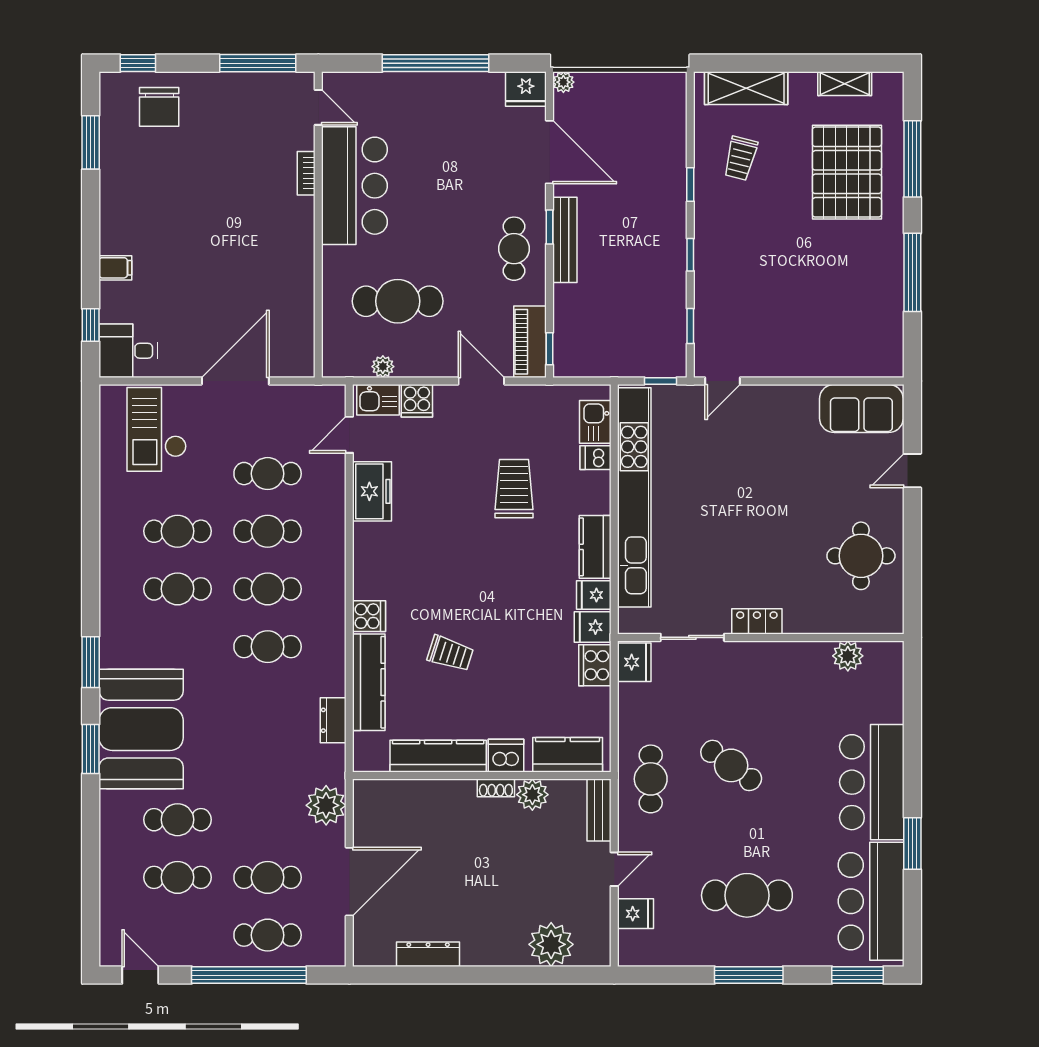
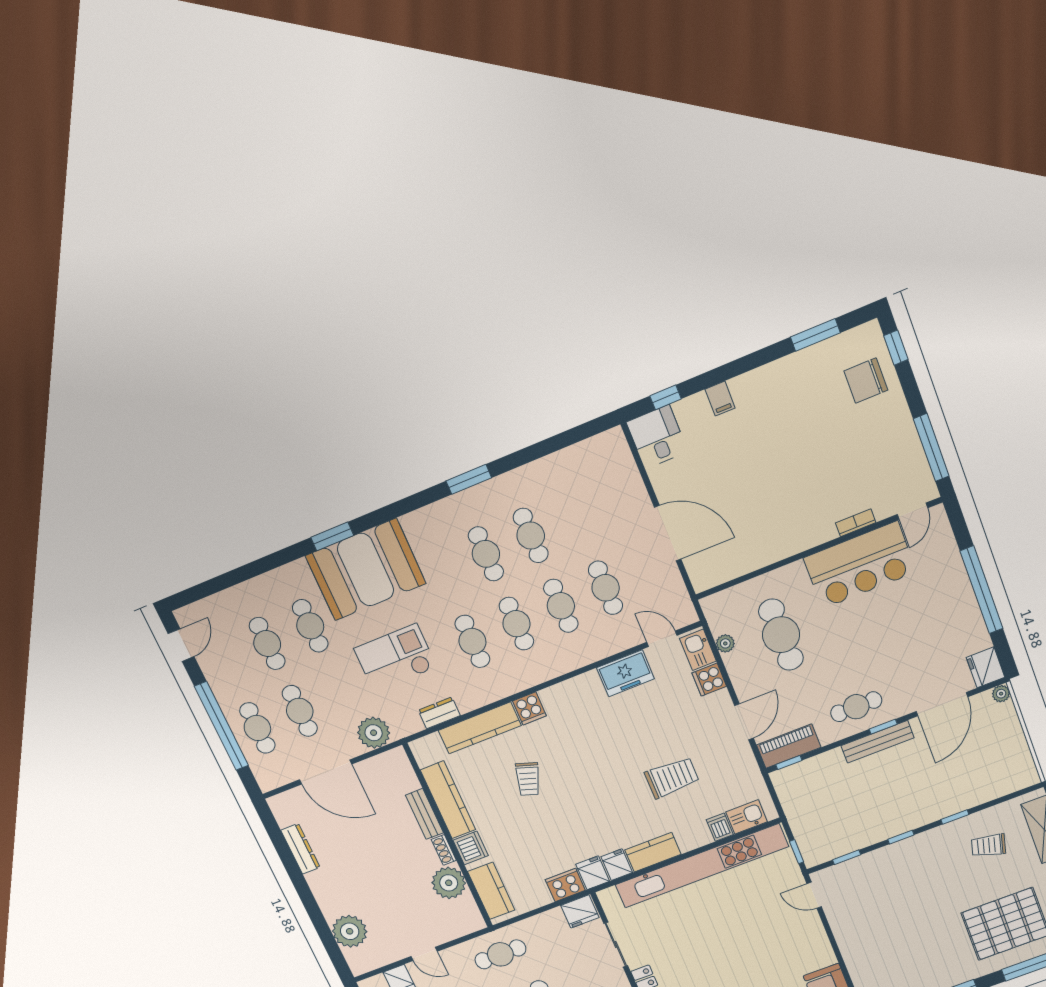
checkout: (157, 429) -> (395, 658), moved
window: (91, 662) -> (469, 479), moved
plant: (532, 795) -> (449, 883), width x1.36, depth x1.36
bench: (599, 810) -> (424, 814), moved, turned 90

